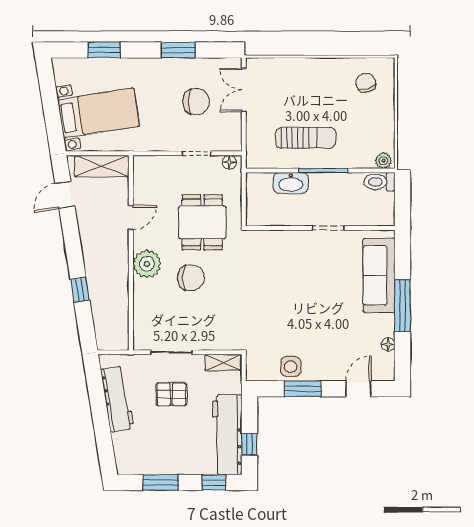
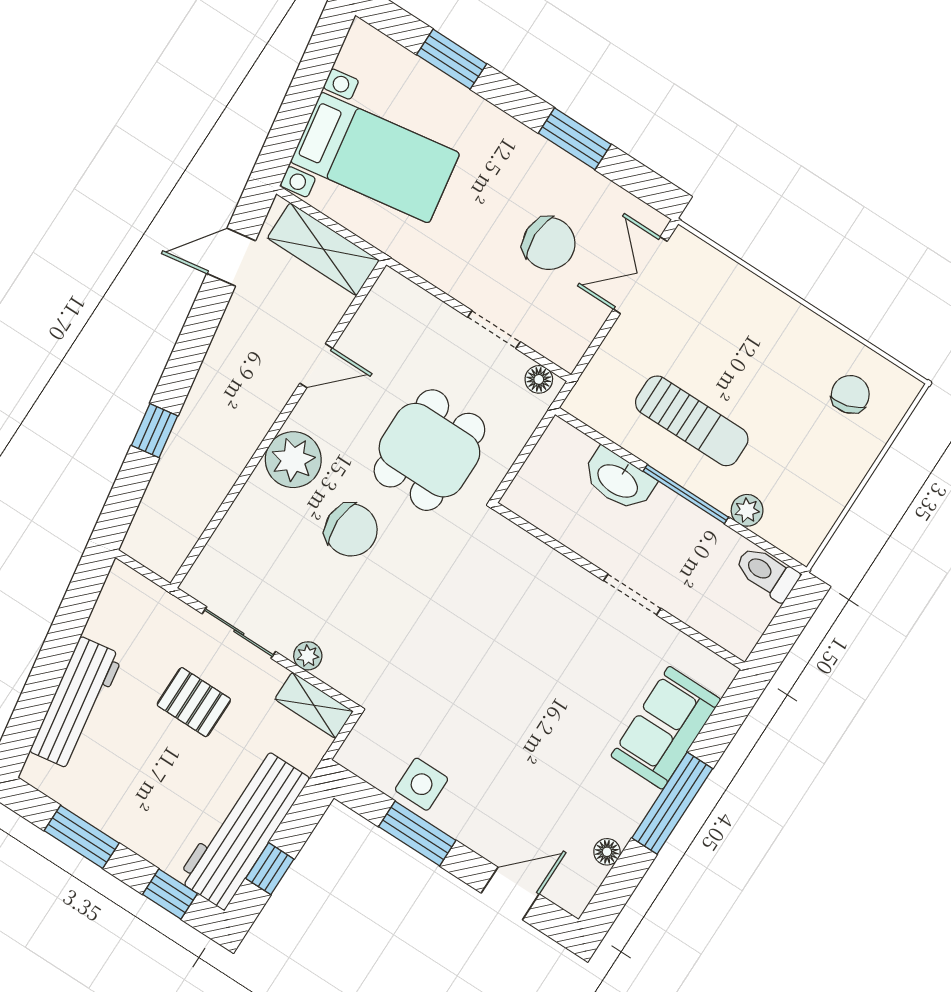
plant: (383, 161) -> (747, 510), moved
sofa: (379, 275) -> (666, 728), width x0.73
plant: (207, 343) -> (308, 656), added
workbench: (117, 399) -> (76, 703), moved

